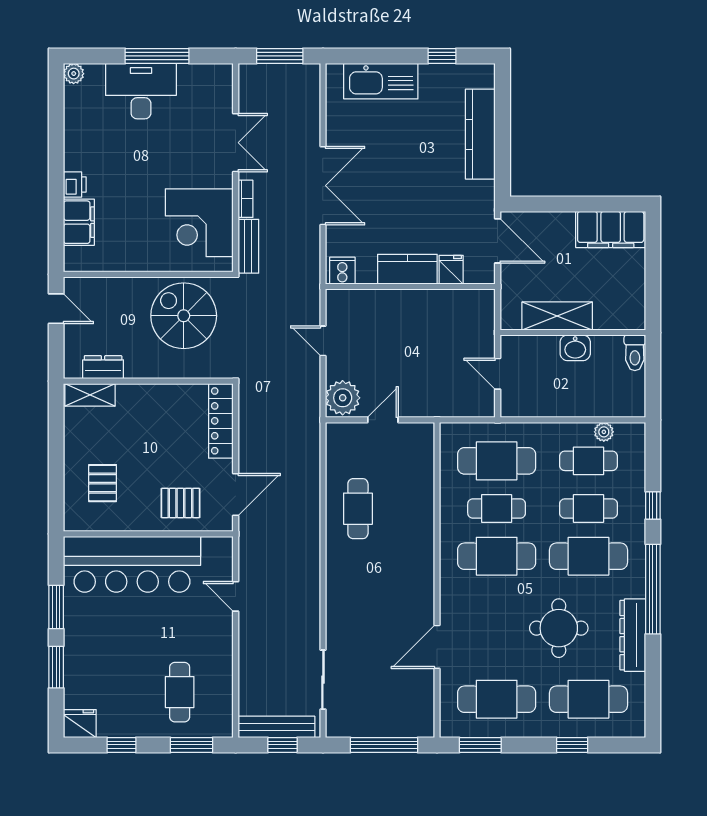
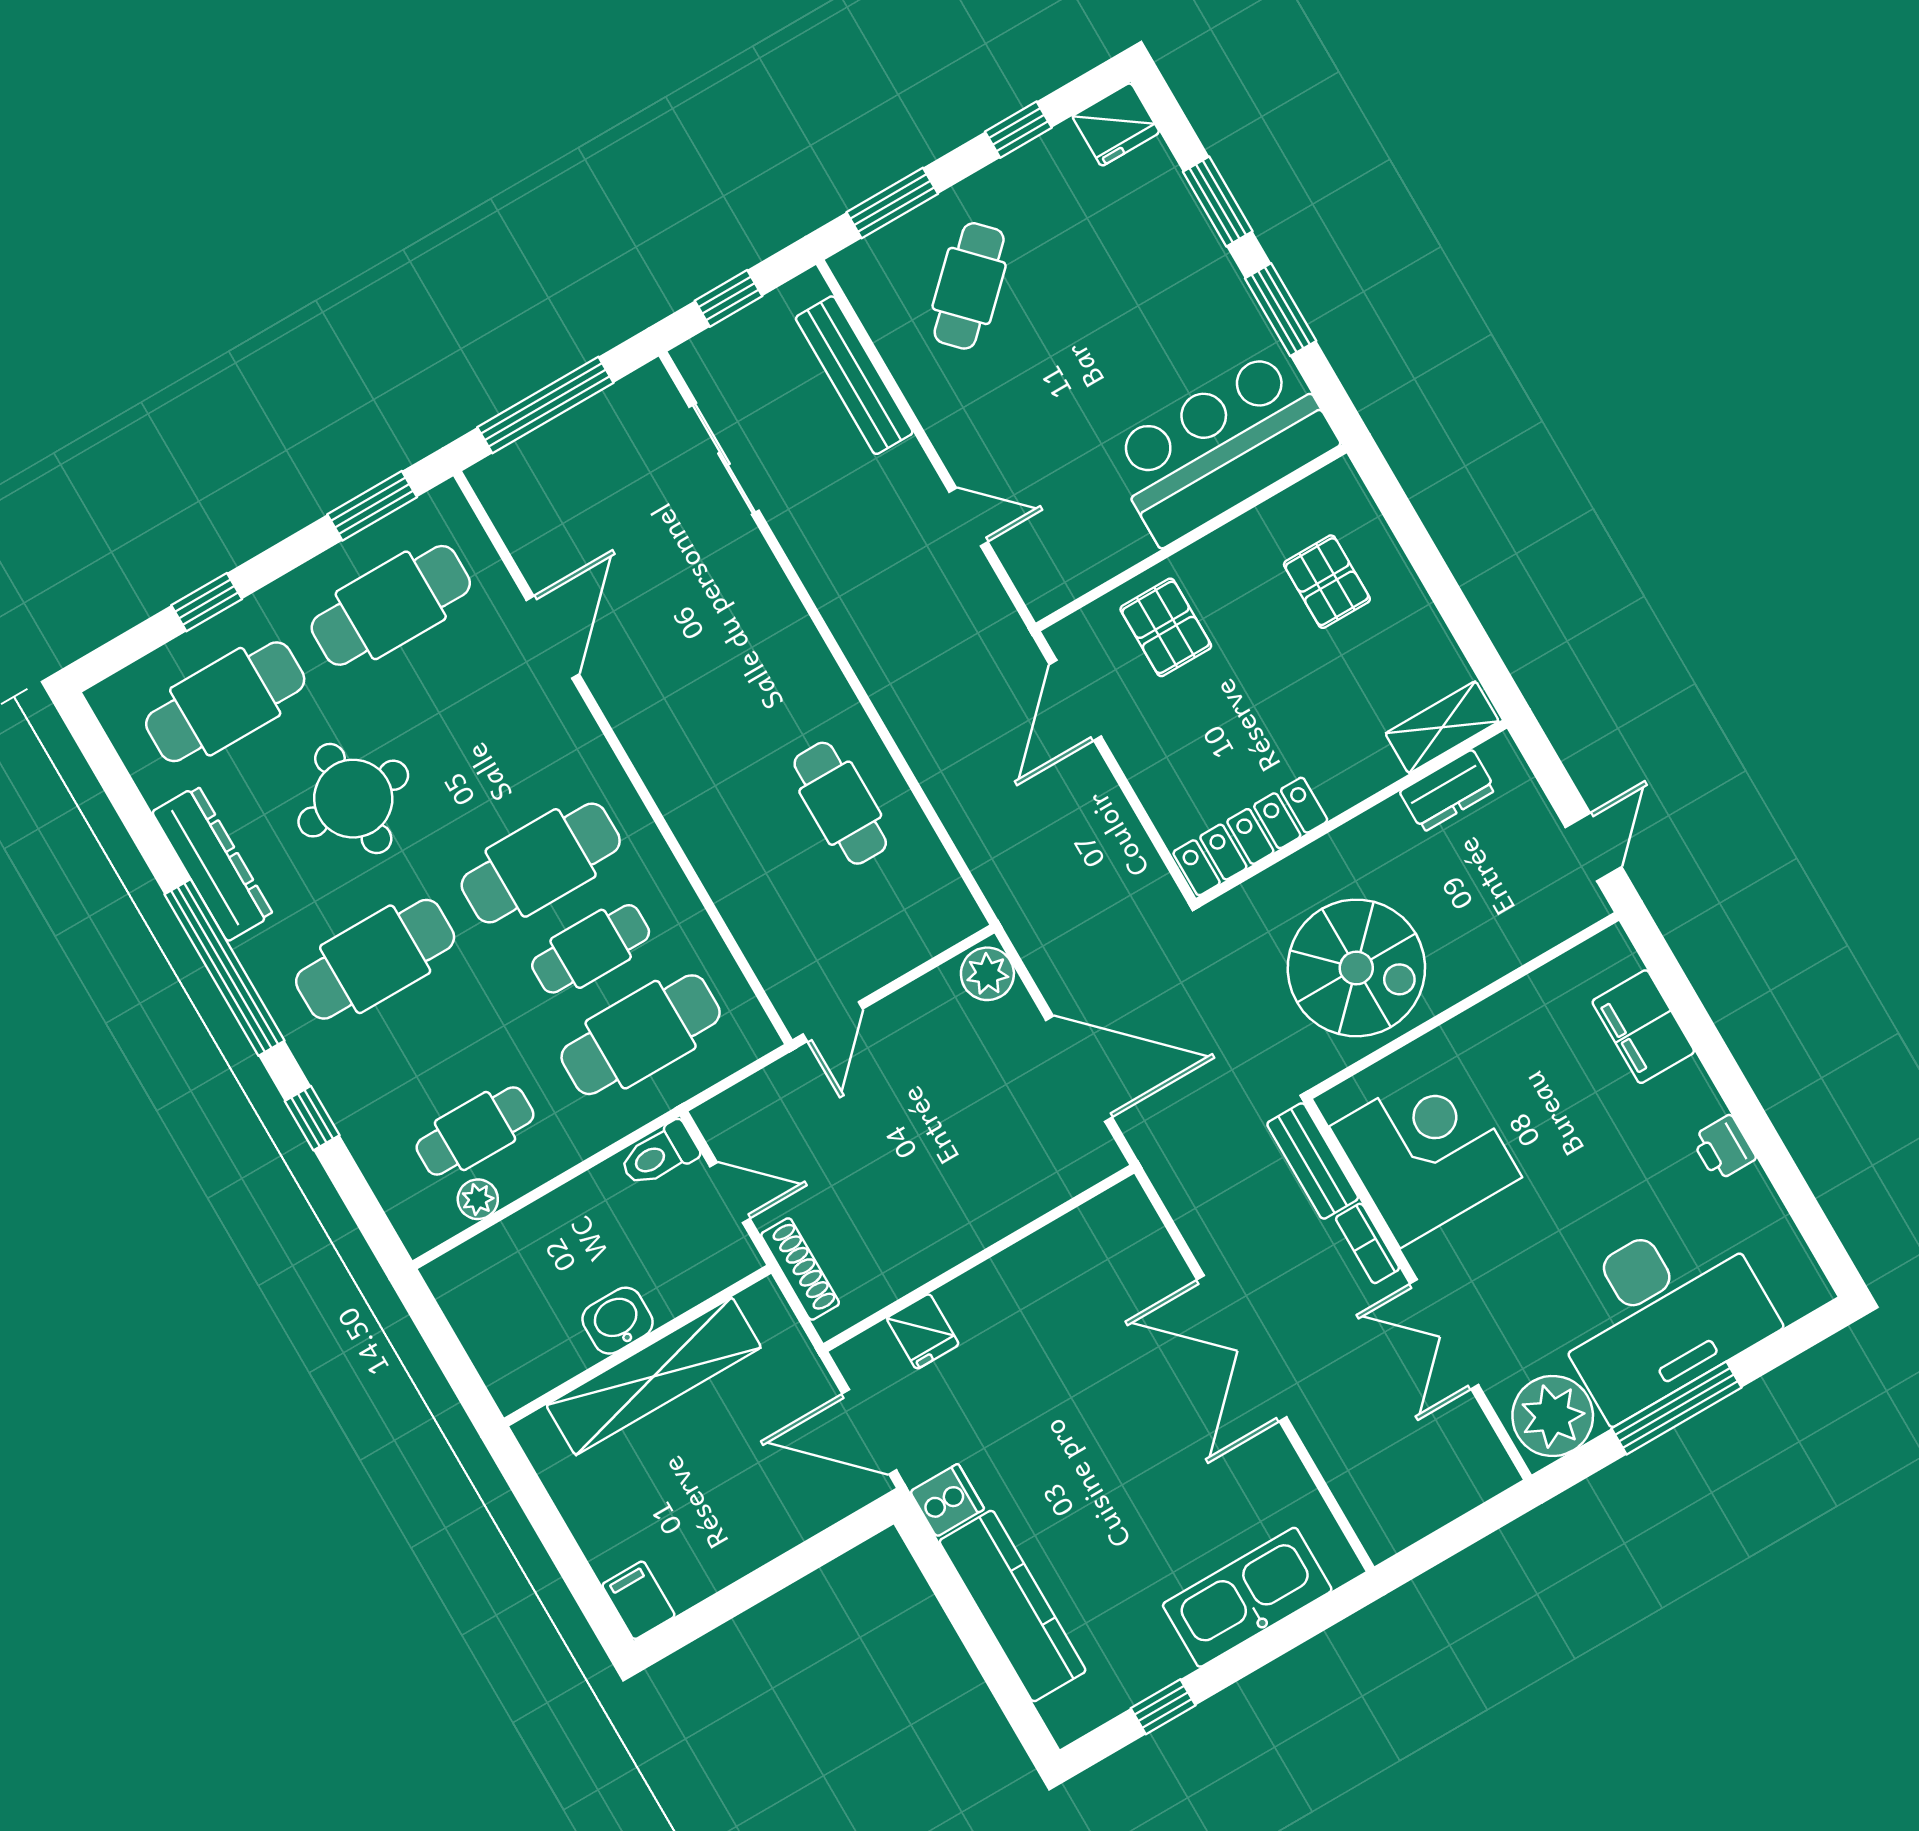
window: (280, 56) -> (1456, 1537), removed
plant: (74, 74) -> (1553, 1416), moved, width x1.88, depth x1.88
desk: (141, 91) -> (1660, 1313), width x1.36, depth x1.30
printer: (75, 185) -> (1724, 1148), moved
filing cabinet: (611, 229) -> (638, 1600), width x0.33, depth x0.86
kitchen counter: (407, 269) -> (1002, 1286), removed
cooker: (342, 271) -> (947, 1500), moved, turned -90
door: (56, 309) -> (1593, 847), swing flipped
shelving: (557, 316) -> (654, 1376), width x1.47
shoe rack: (487, 325) -> (800, 1269), added
door: (323, 341) -> (1079, 1069), width x1.88
toilet: (635, 353) -> (659, 1155), moved, turned -90
plant: (343, 398) -> (987, 974), width x0.73, depth x0.73
door: (383, 420) -> (833, 1022), moved
locker: (221, 421) -> (1250, 836), moved, turned -90
pallet: (180, 503) -> (1166, 627), turned 90
cafe table: (588, 509) -> (425, 1045), removed
bar counter: (132, 564) -> (1222, 447), width x0.73
cafe table: (180, 692) -> (969, 286), turned 46
bench: (276, 727) -> (854, 375), moved, turned 90

